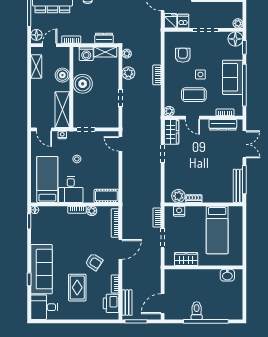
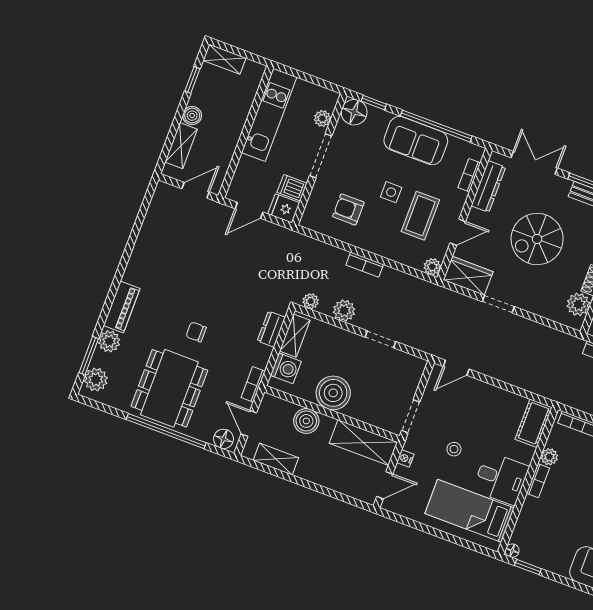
plant: (238, 23) -> (322, 118), moved
spiral stairs: (205, 161) -> (537, 239), added

